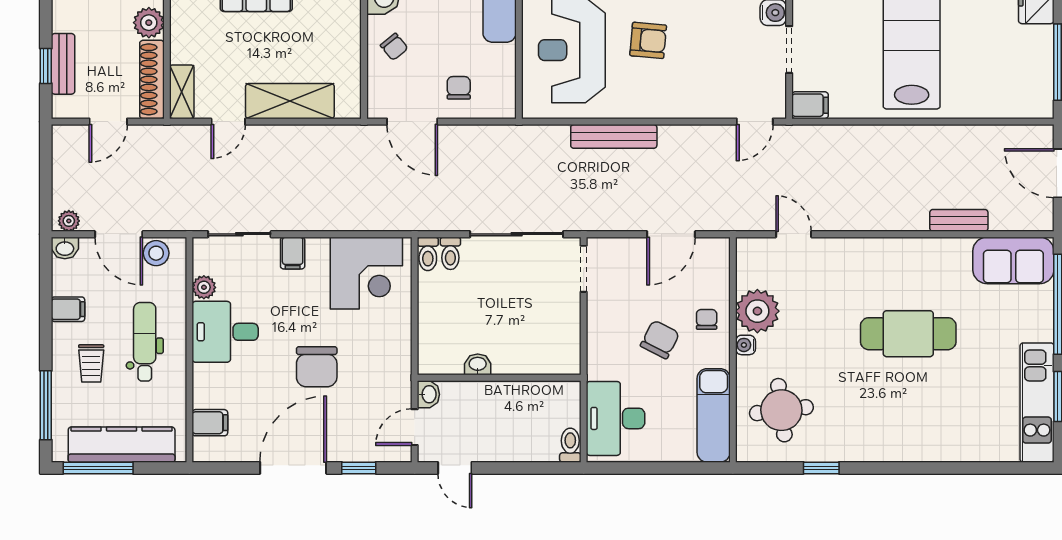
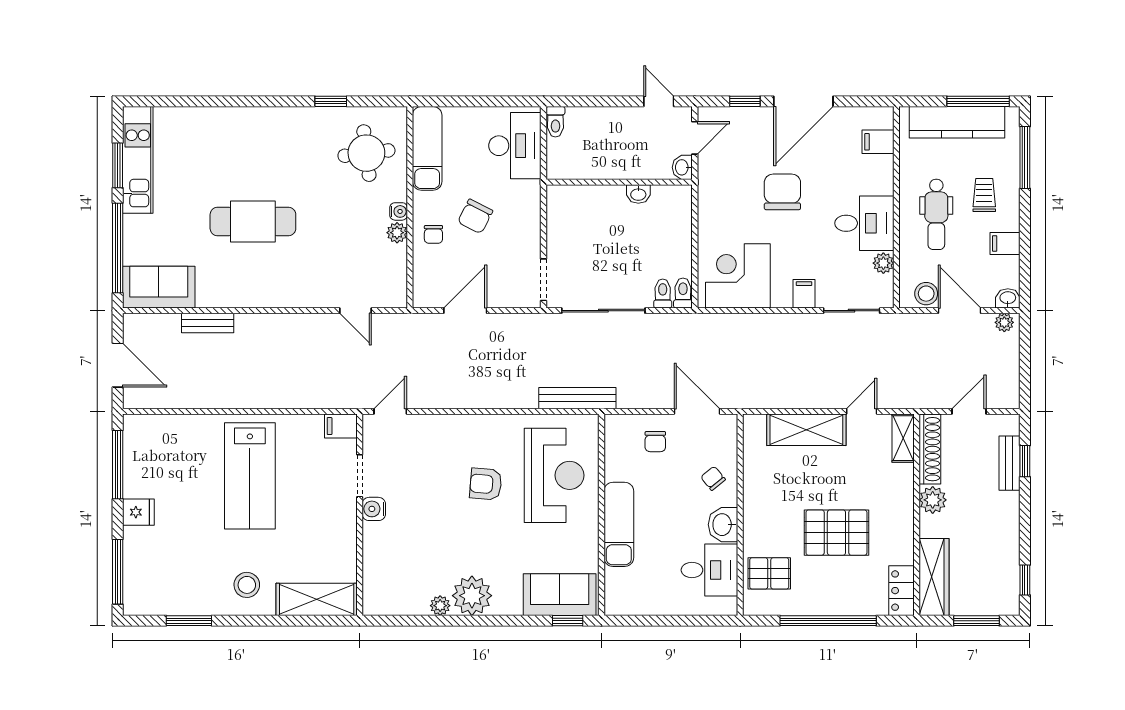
bench: (614, 136) -> (577, 398), moved
plant: (757, 311) -> (397, 233), width x0.53, depth x0.53

